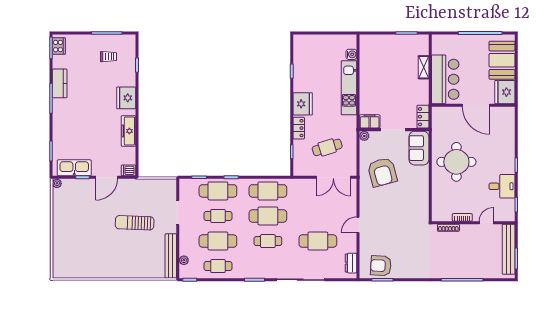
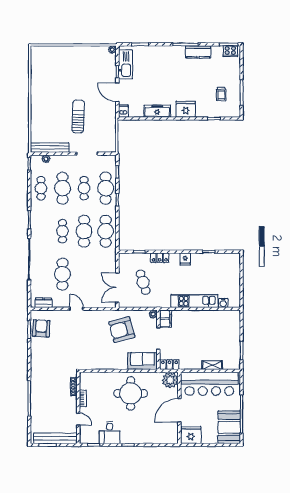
booth: (502, 60) -> (229, 427), moved, turned 90
bar counter: (445, 79) -> (209, 384), width x1.36
fridge: (303, 104) -> (185, 259), width x0.53, depth x0.75
plant: (441, 116) -> (170, 380), added

